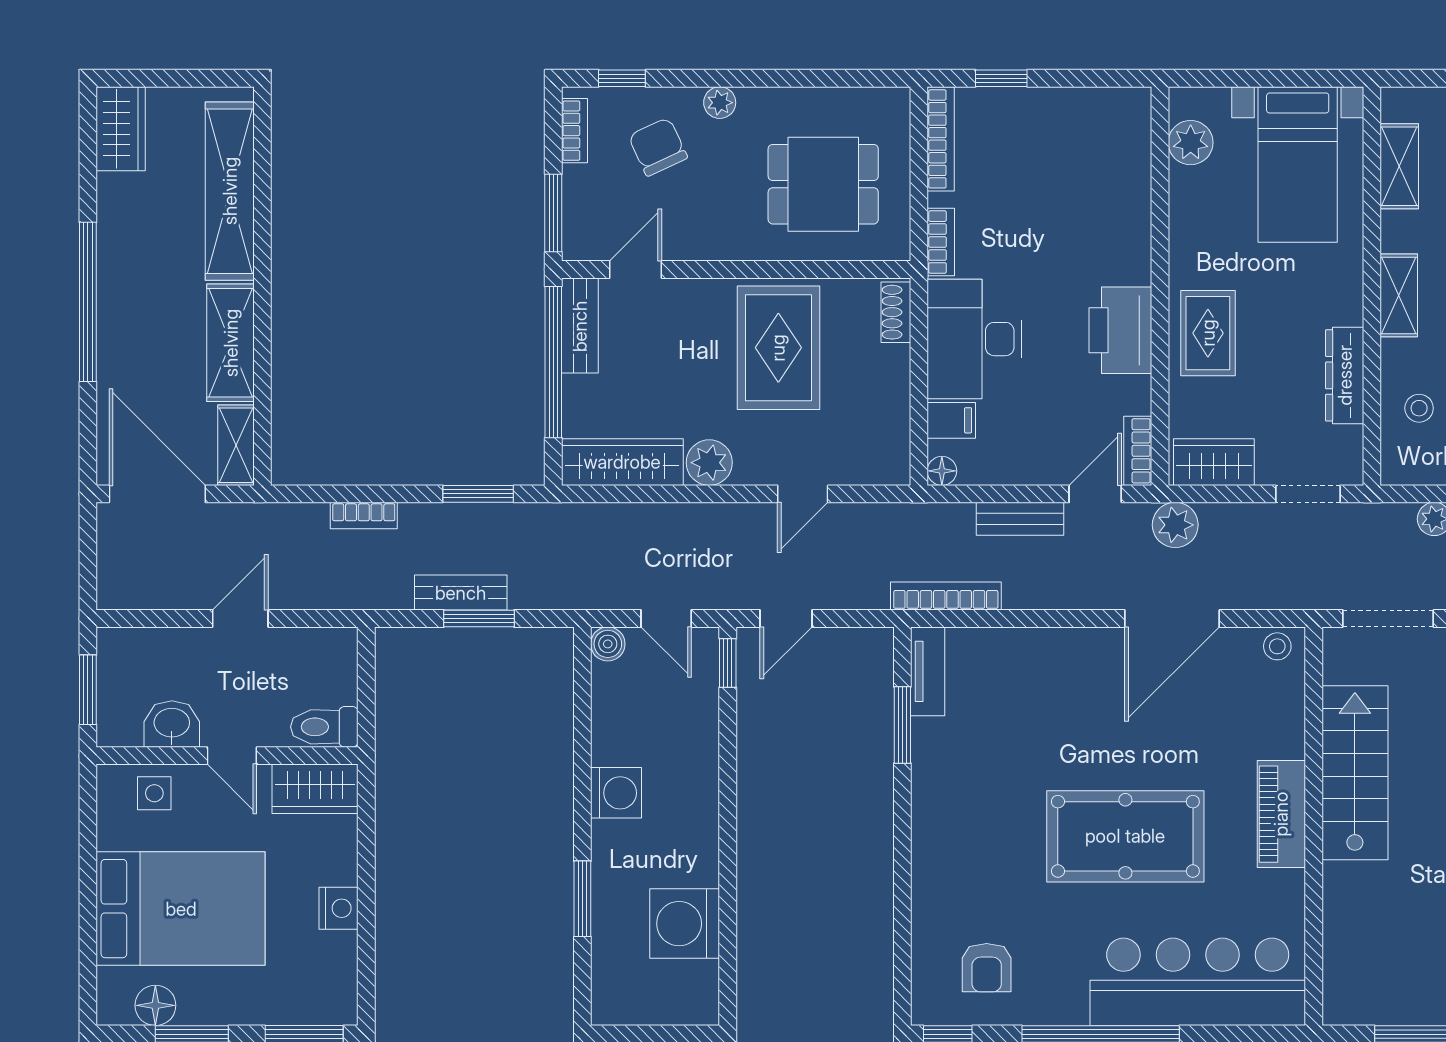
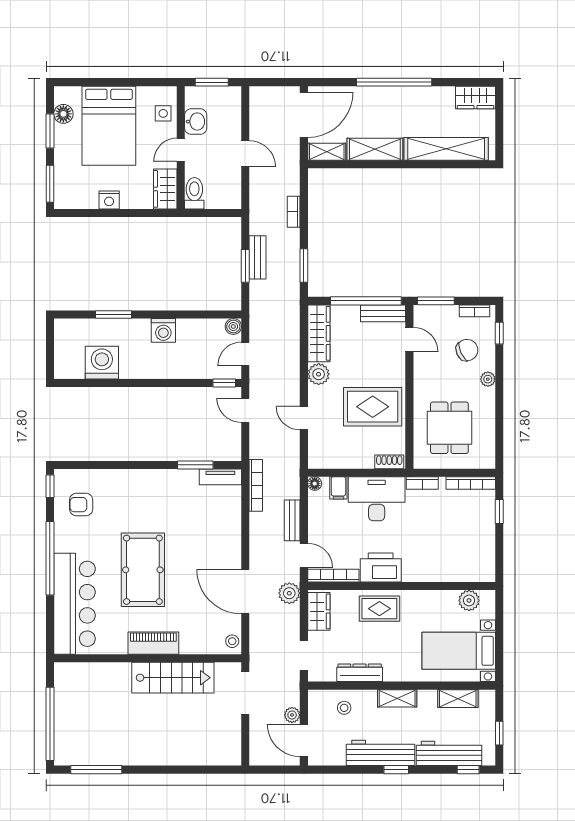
bookcase: (1138, 451) -> (333, 576), width x1.56

